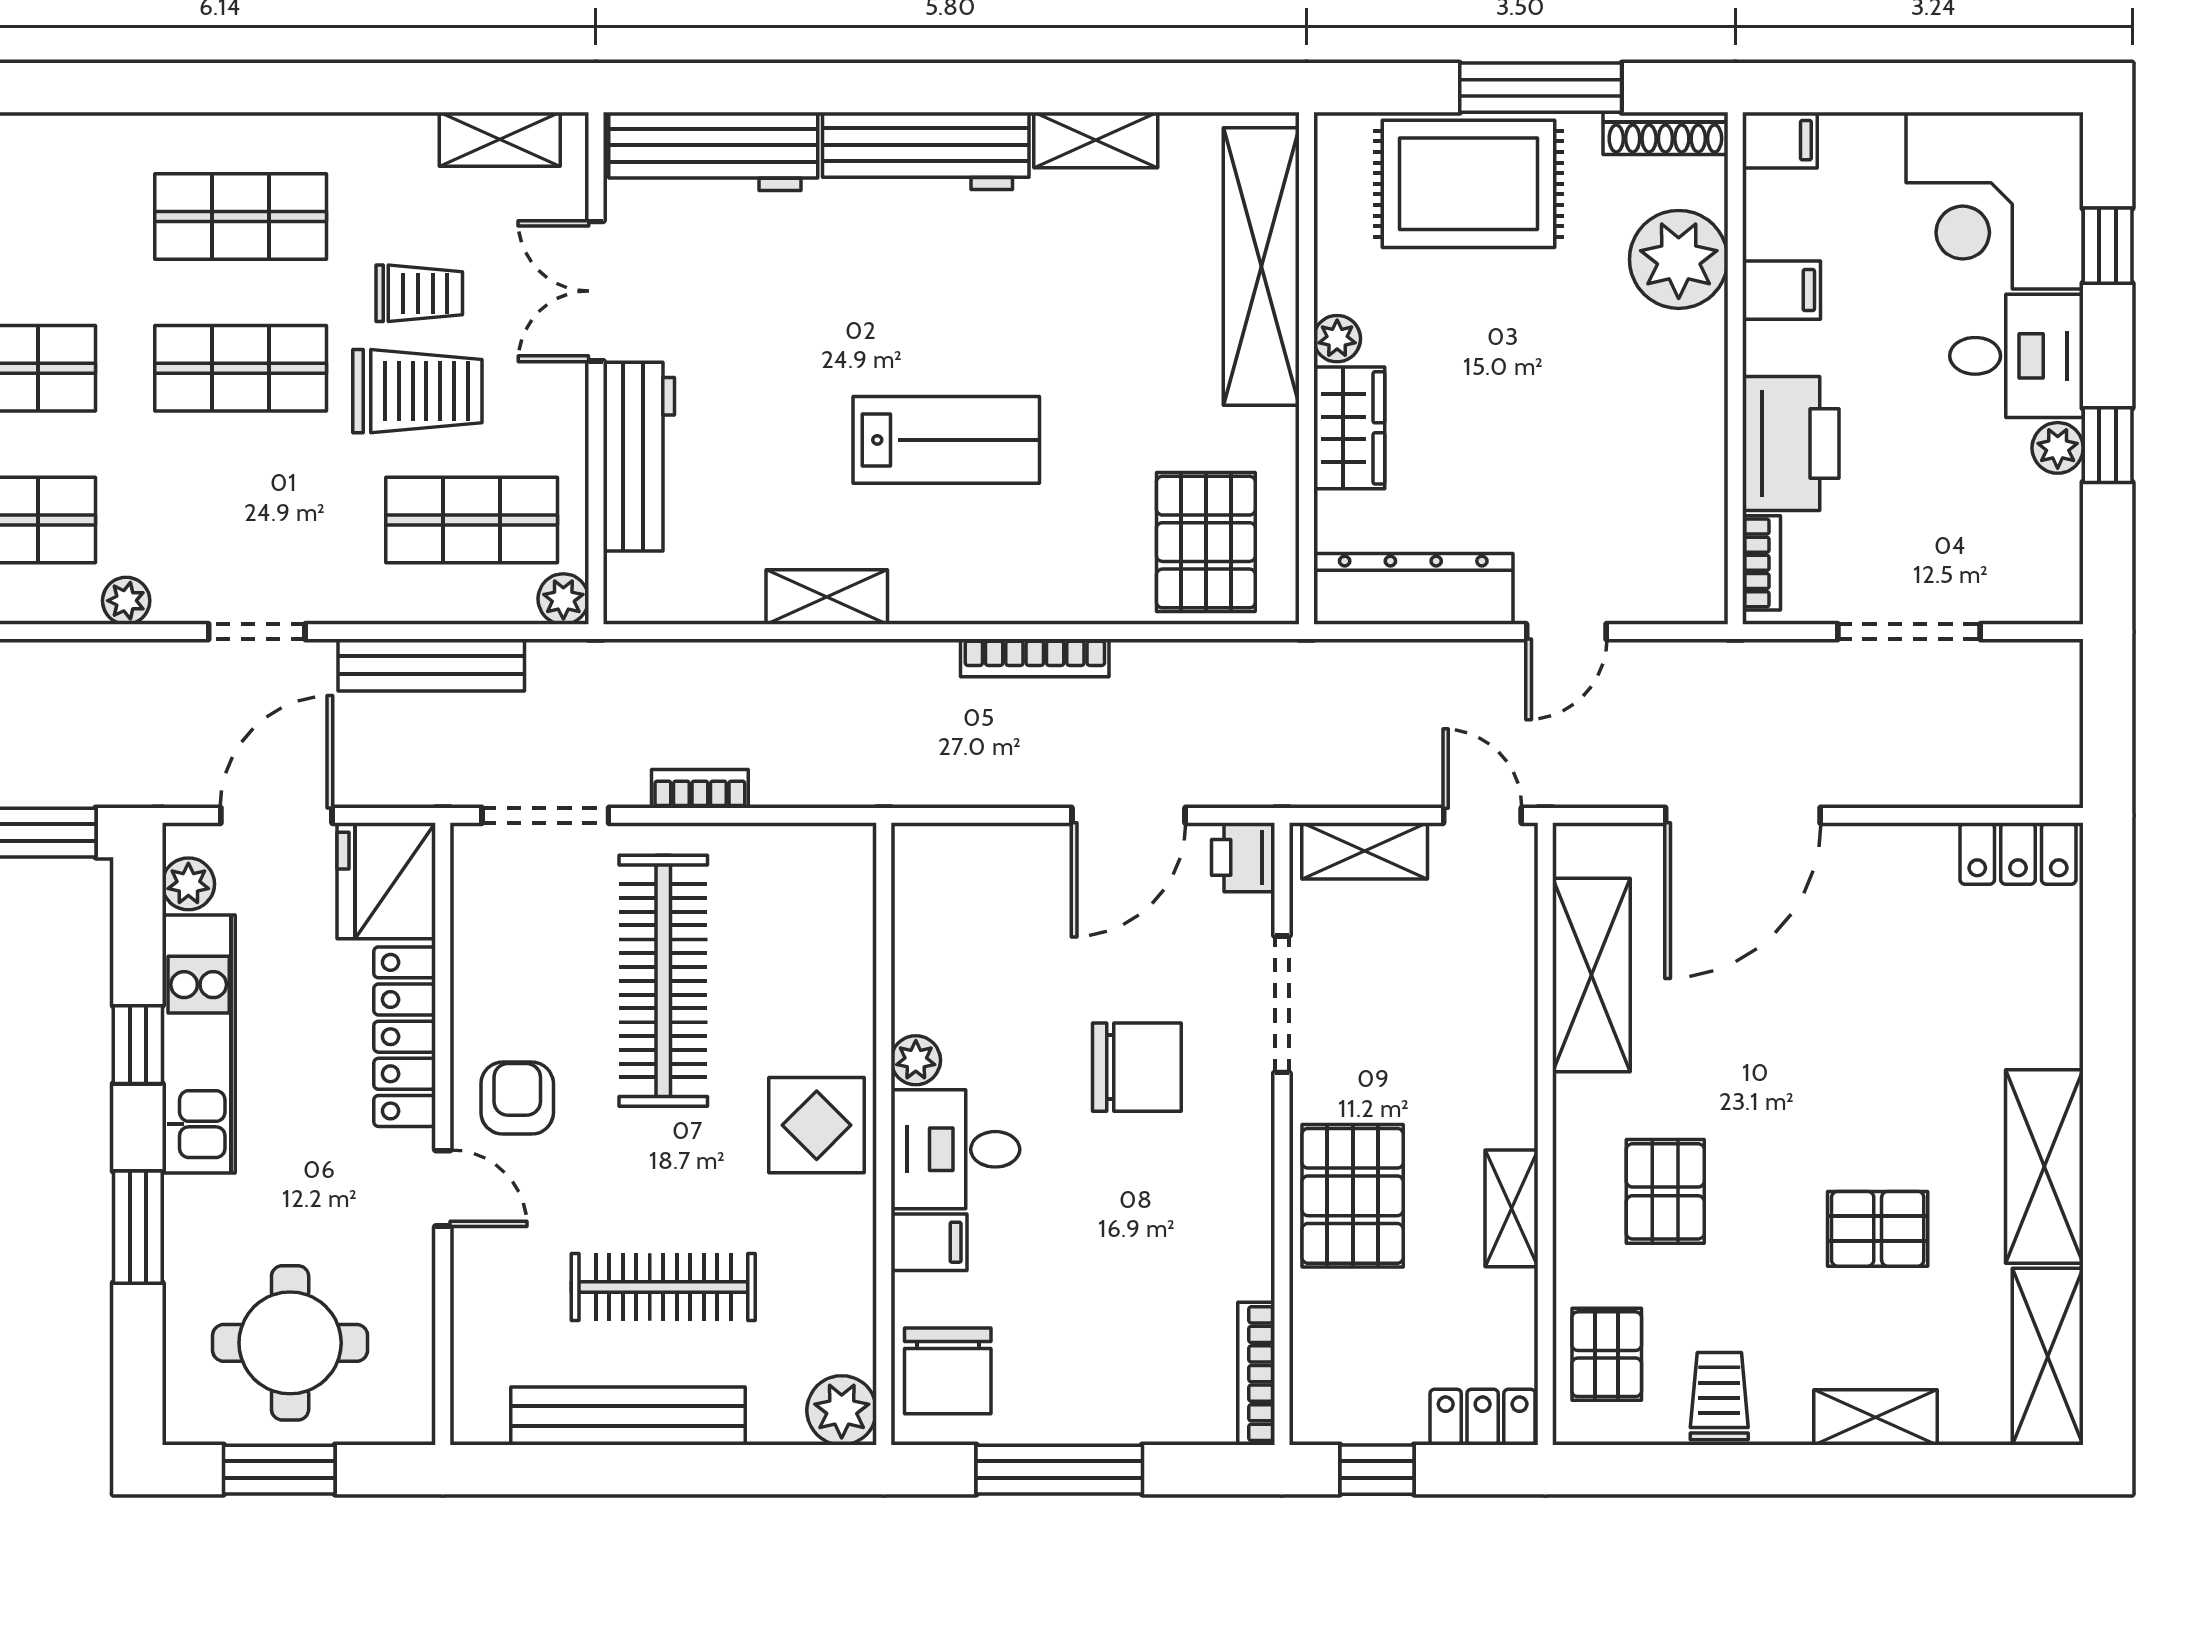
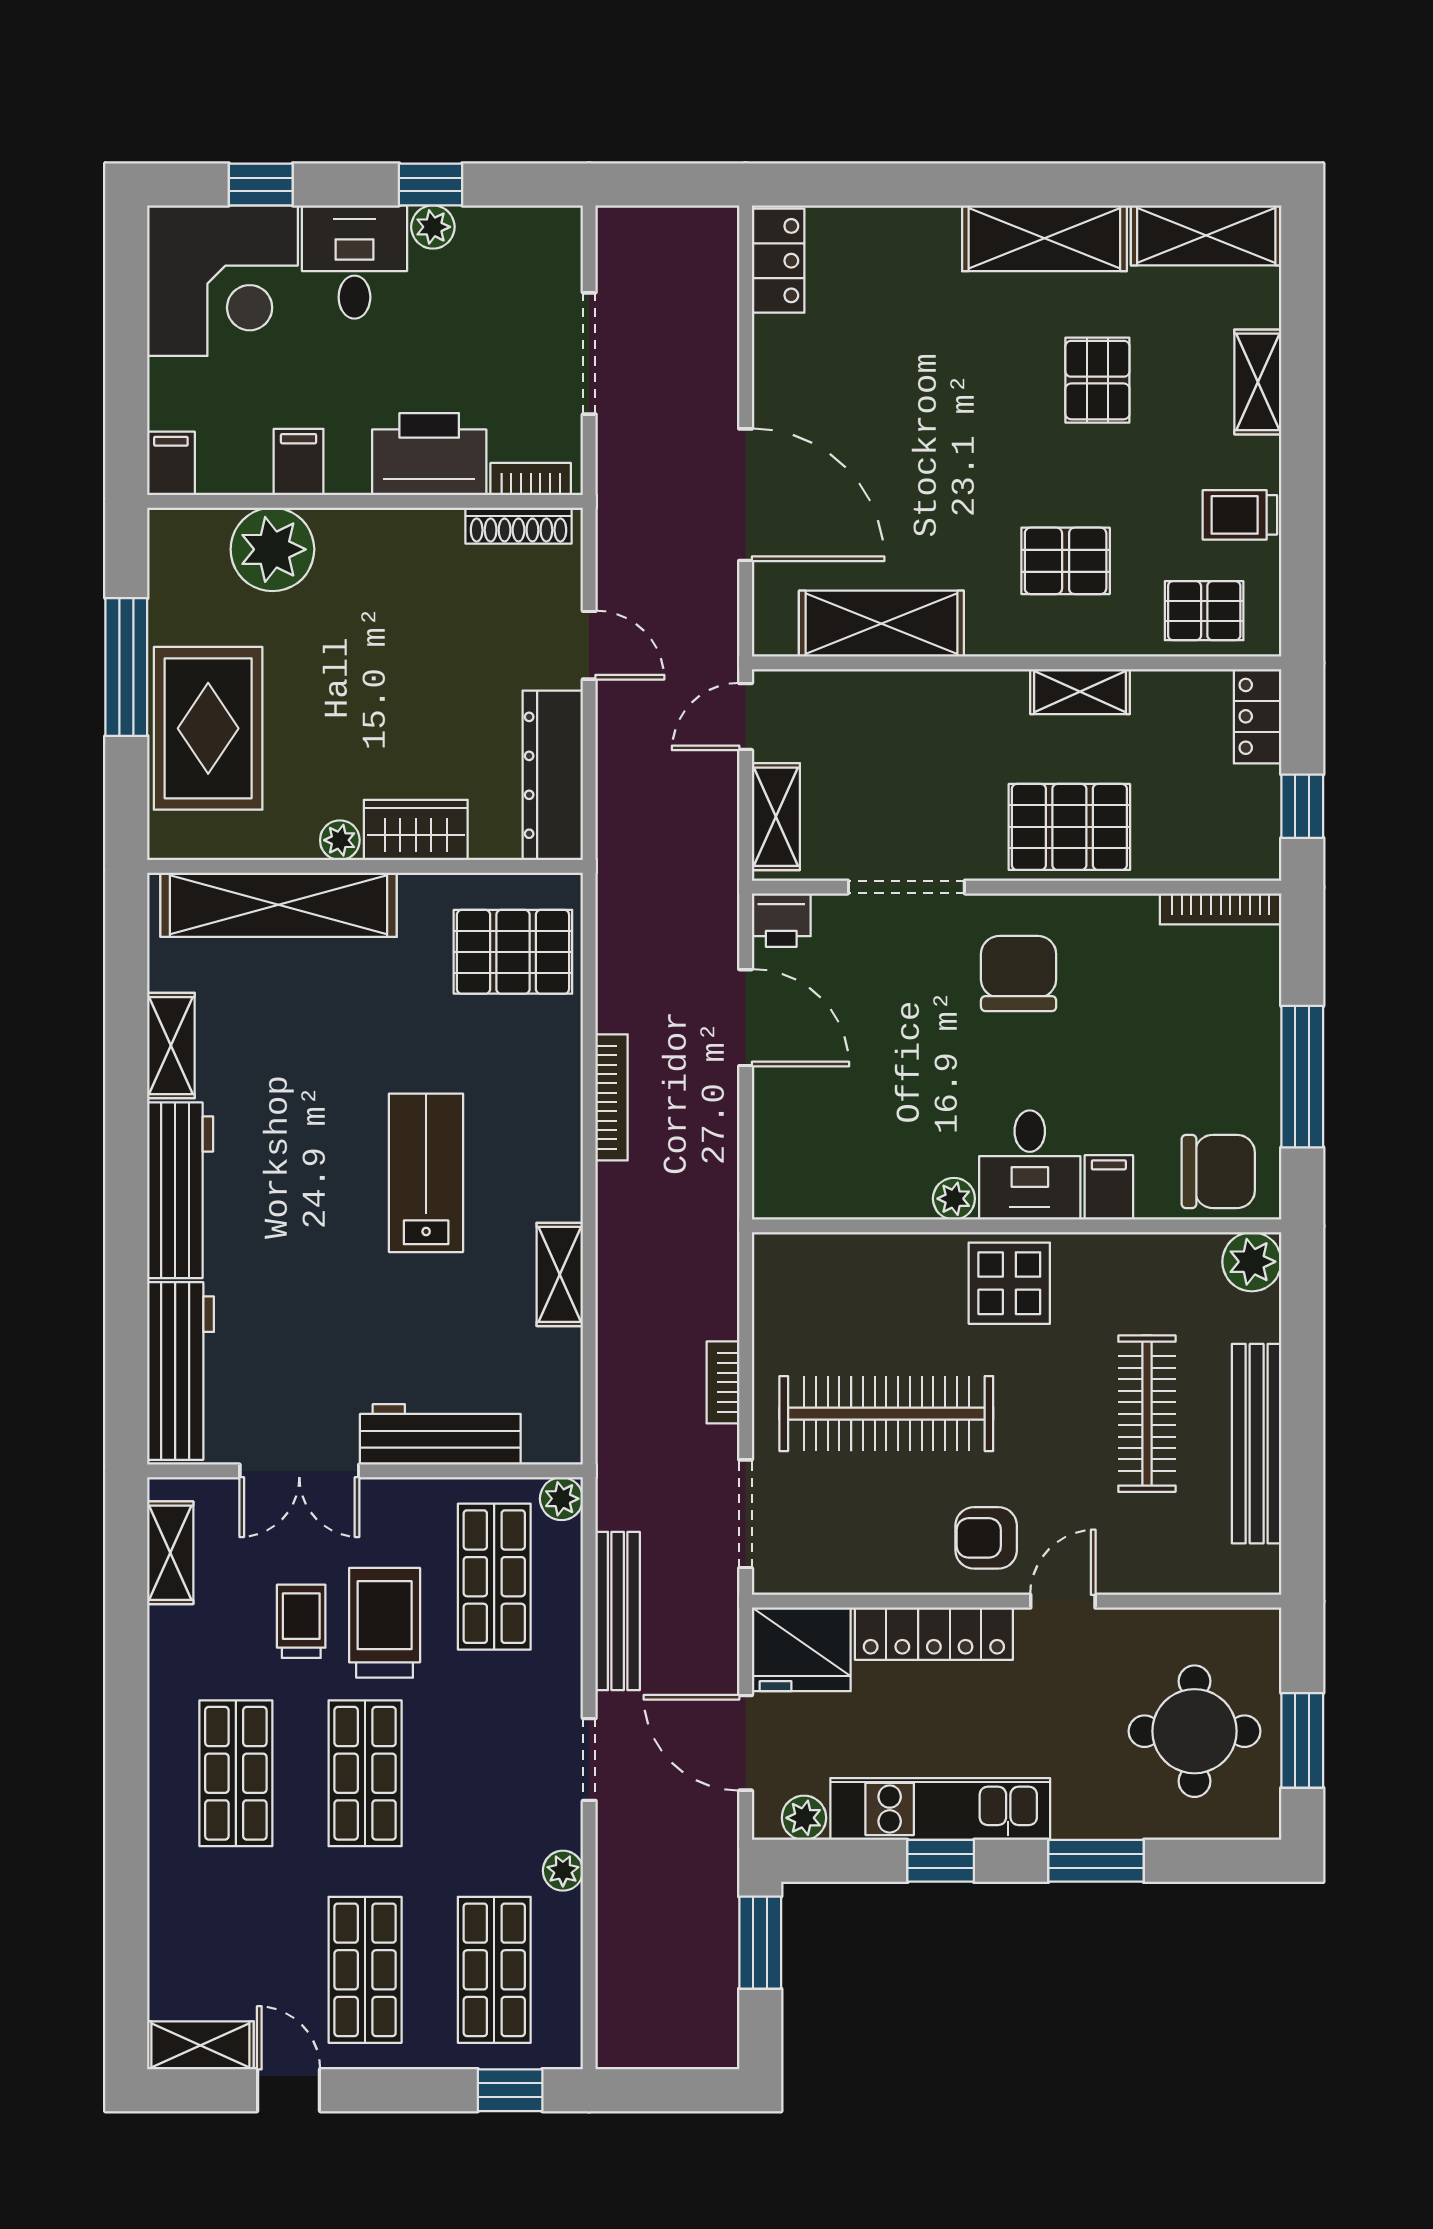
shoe rack: (1665, 133) -> (519, 526), moved, turned 90
chair: (1137, 1067) -> (1019, 974), moved

